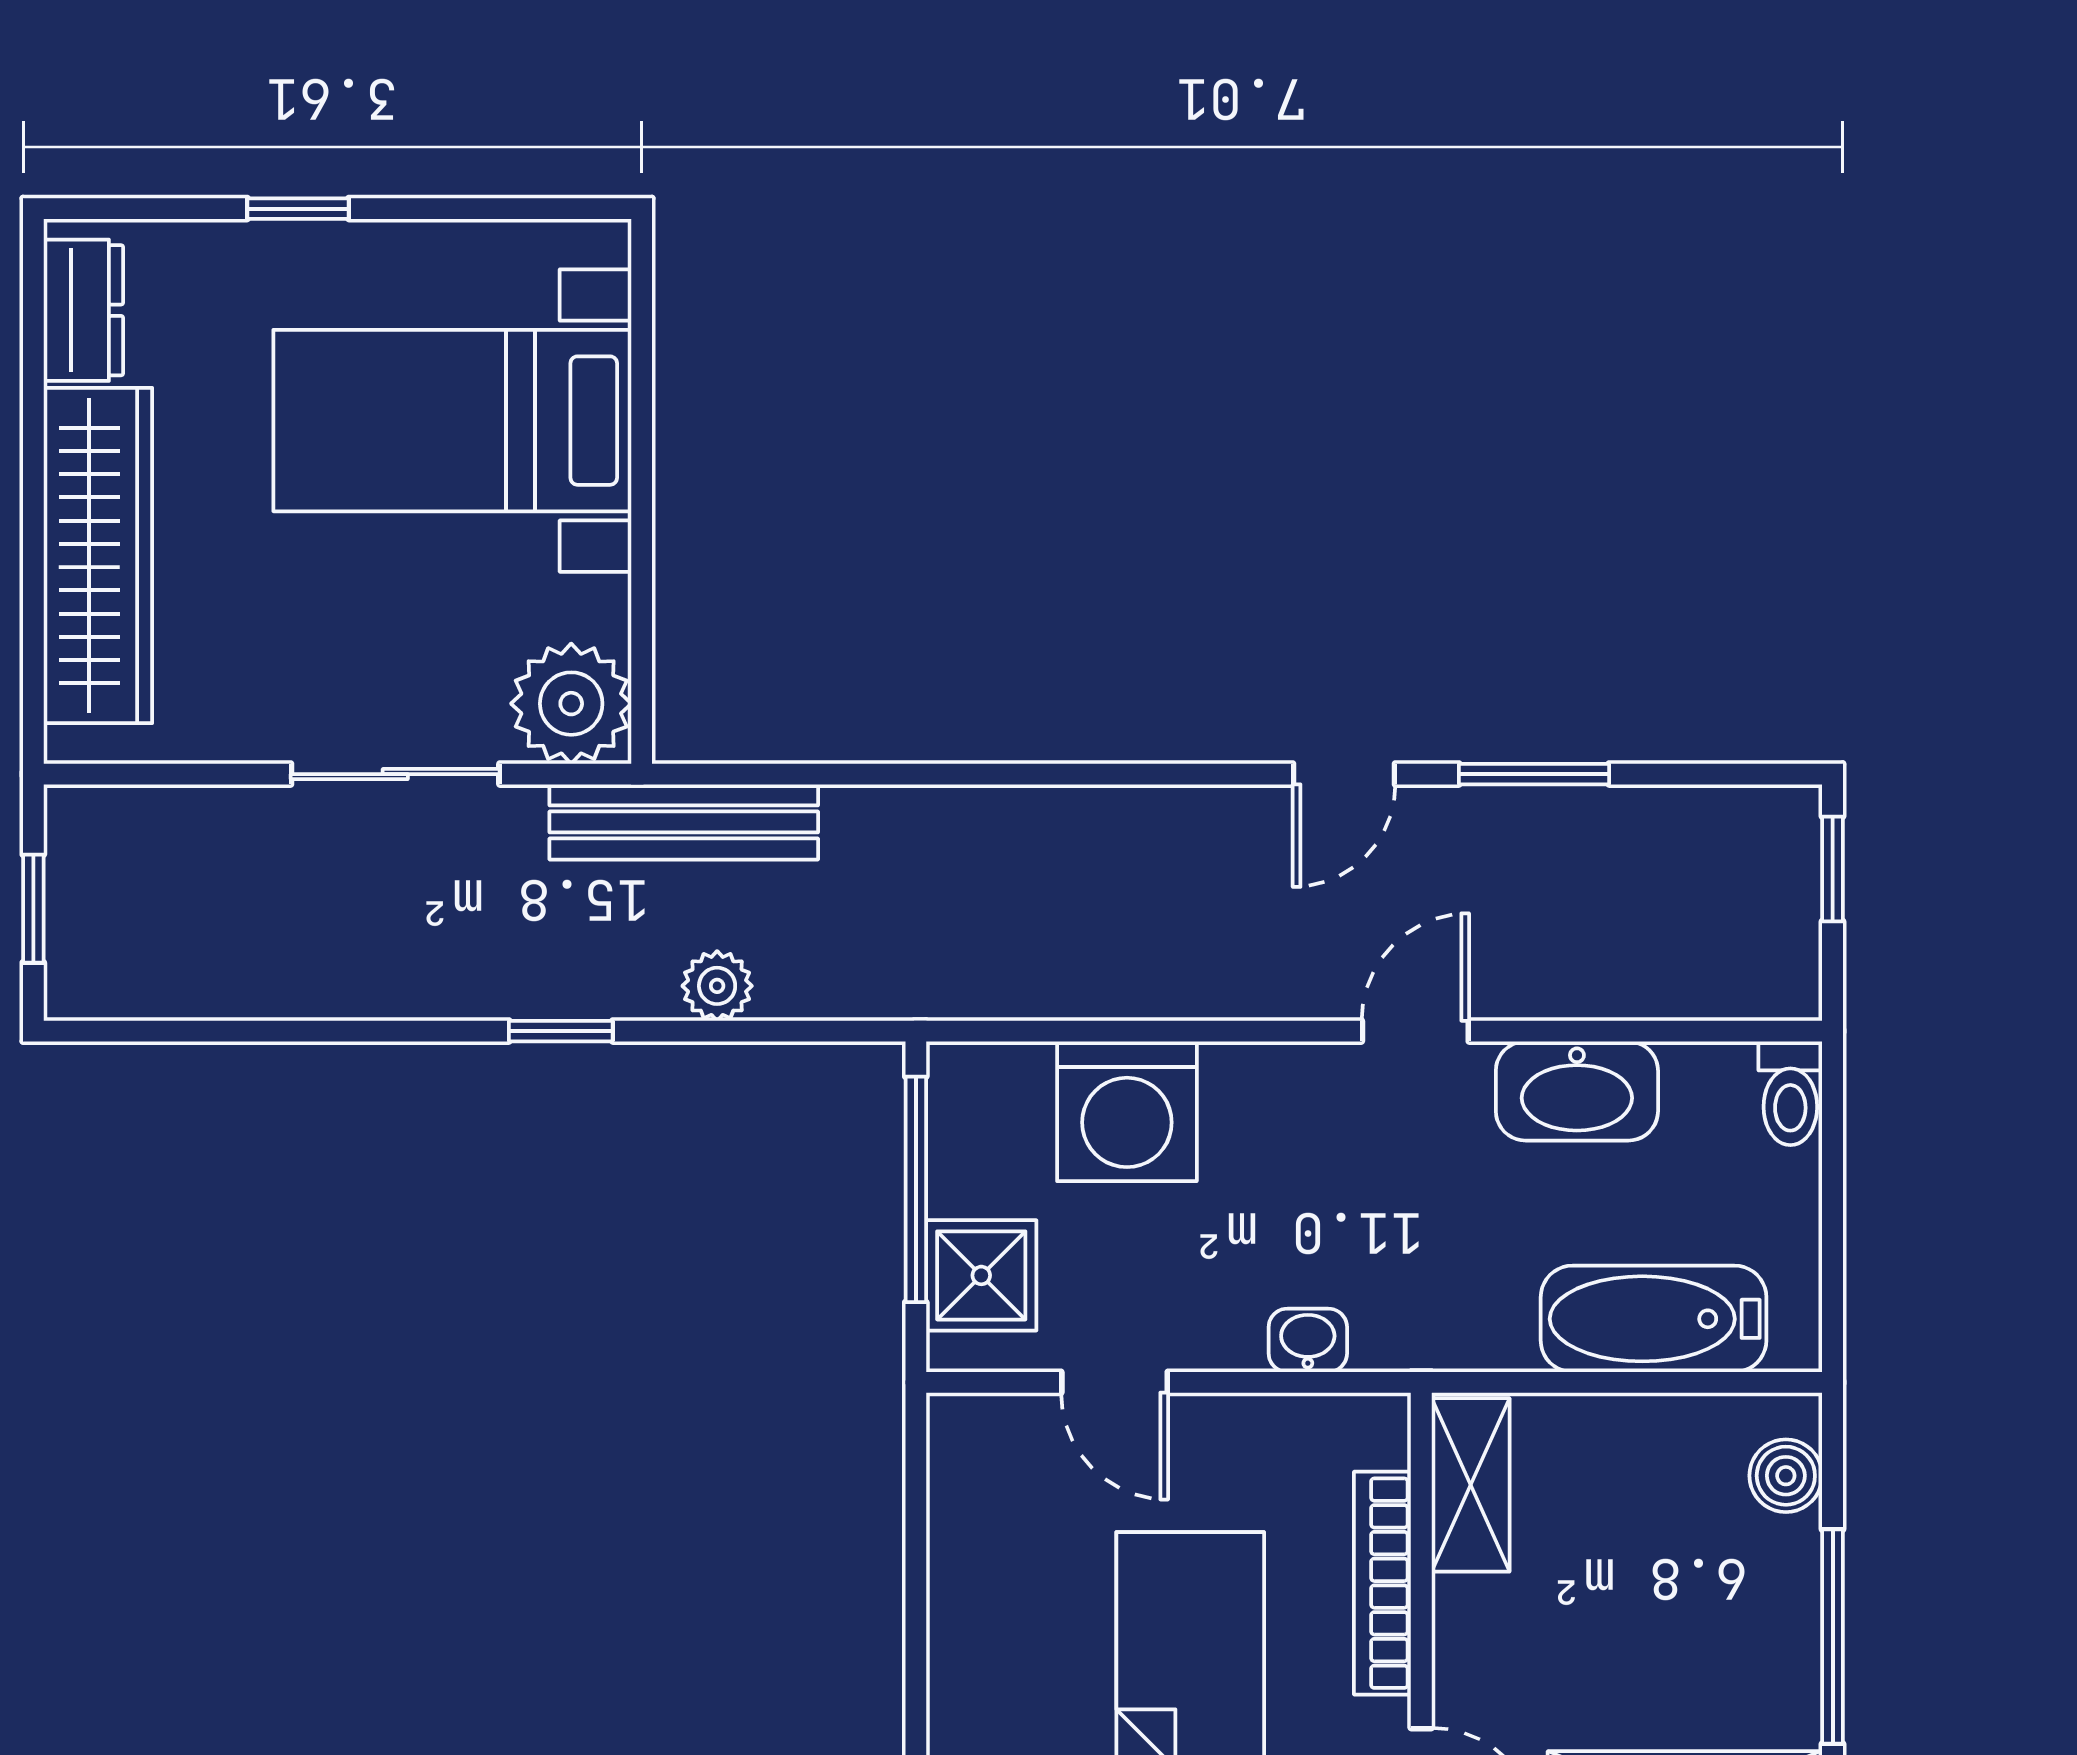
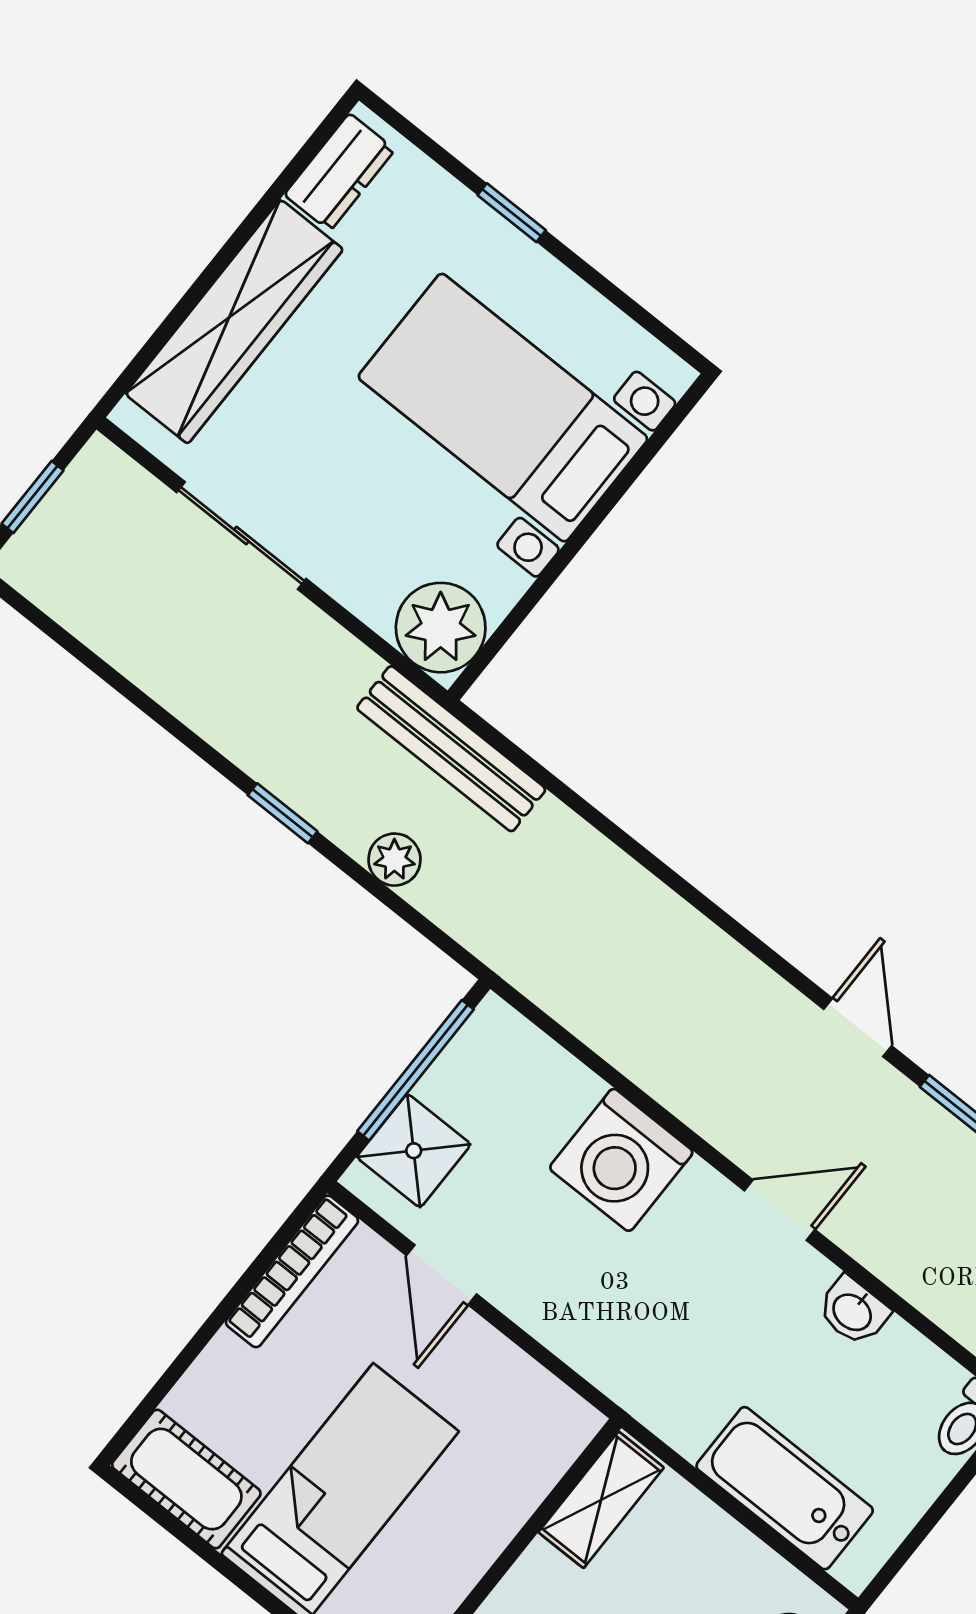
sliding door: (395, 774) -> (241, 536), moved
door: (1344, 774) -> (858, 1028), swing flipped
washbasin: (1577, 1091) -> (853, 1311), width x0.52, depth x0.69
washing machine: (1127, 1111) -> (621, 1160), moved
washbasin: (1308, 1340) -> (574, 1340), removed
bookcase: (1382, 1583) -> (292, 1271), moved, turned 180

